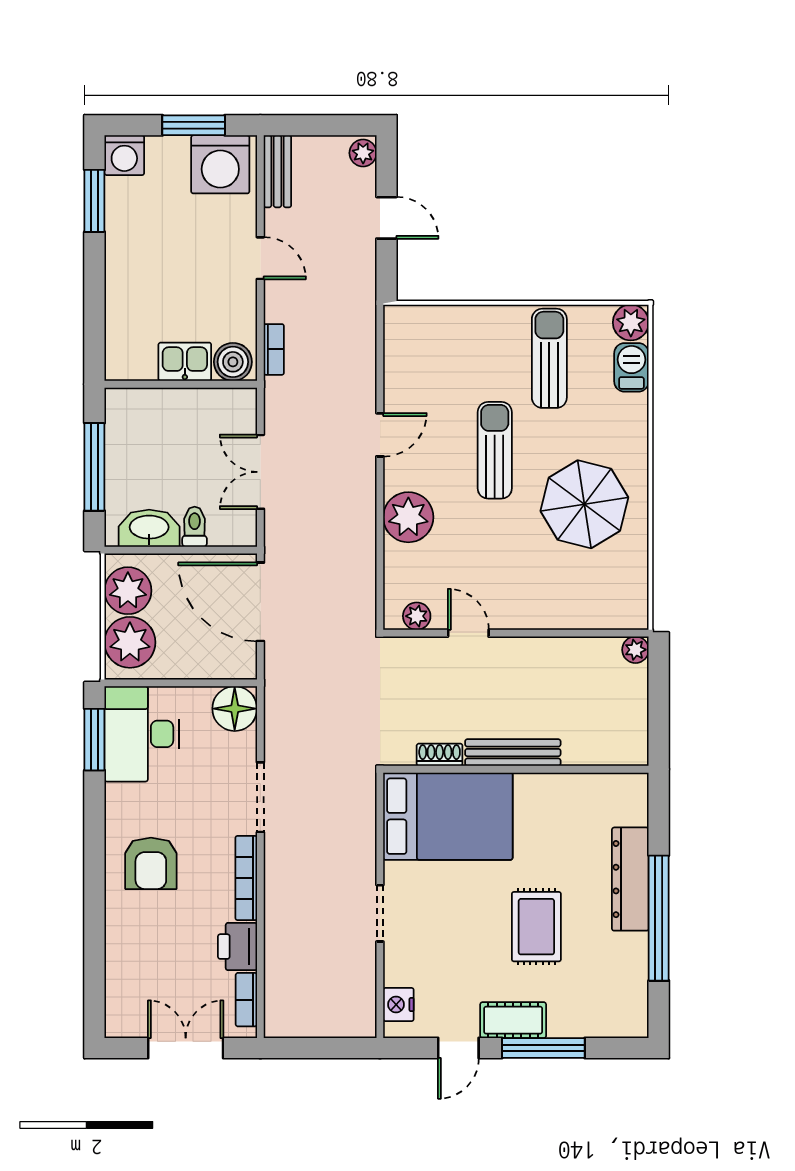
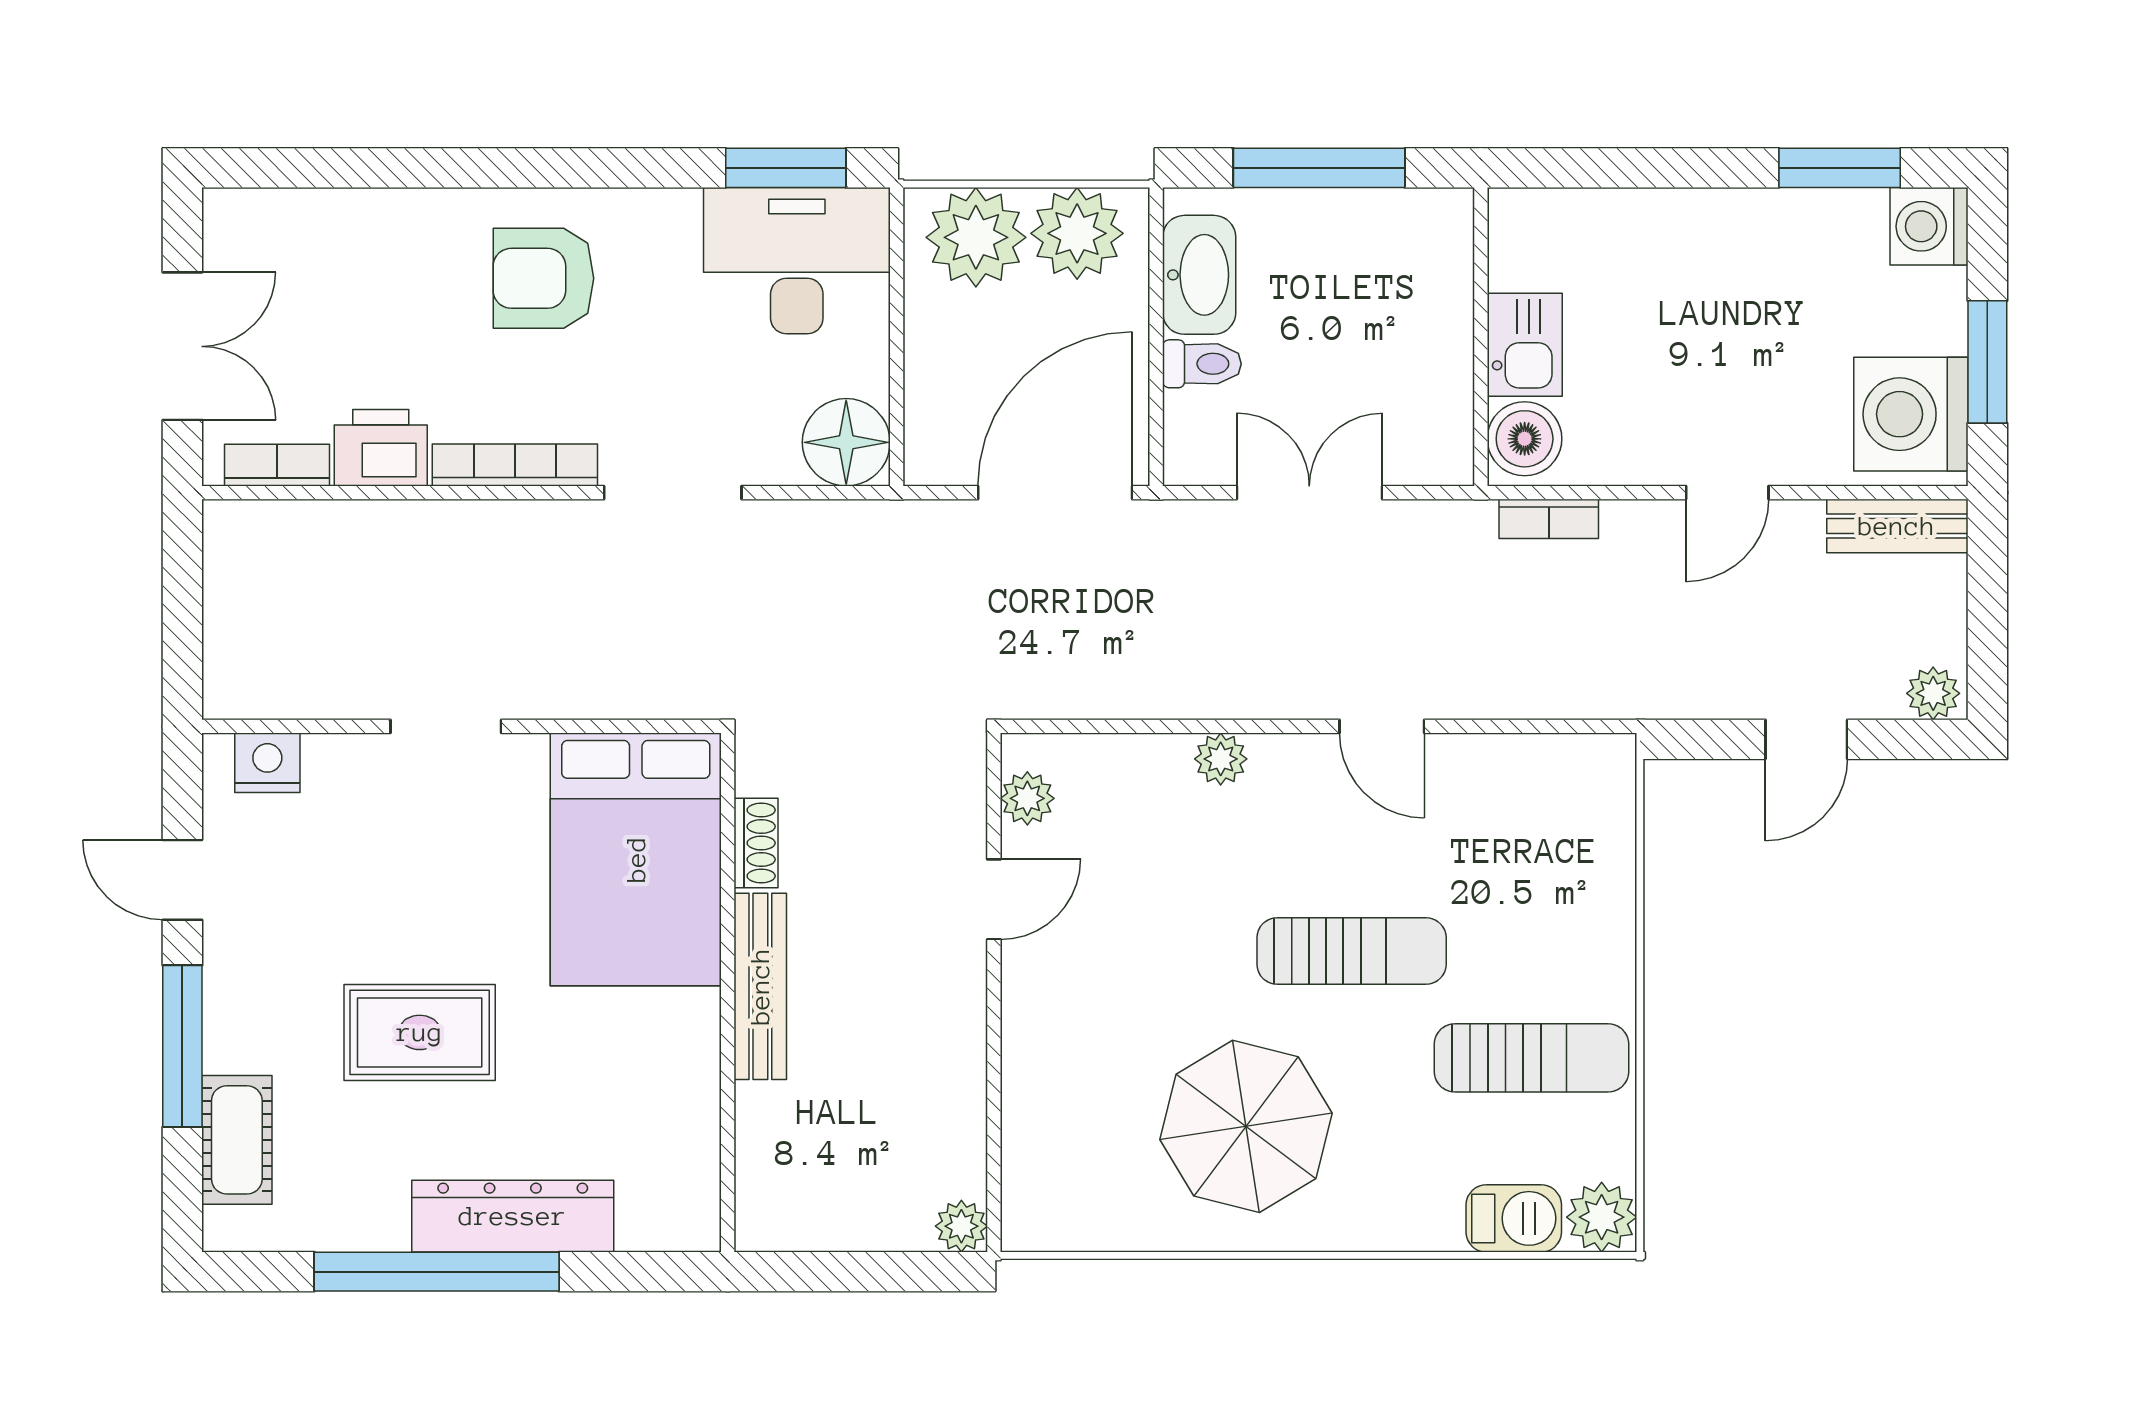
plant: (408, 517) -> (1221, 759), width x0.53, depth x0.53
cot: (513, 1020) -> (237, 1140), moved

